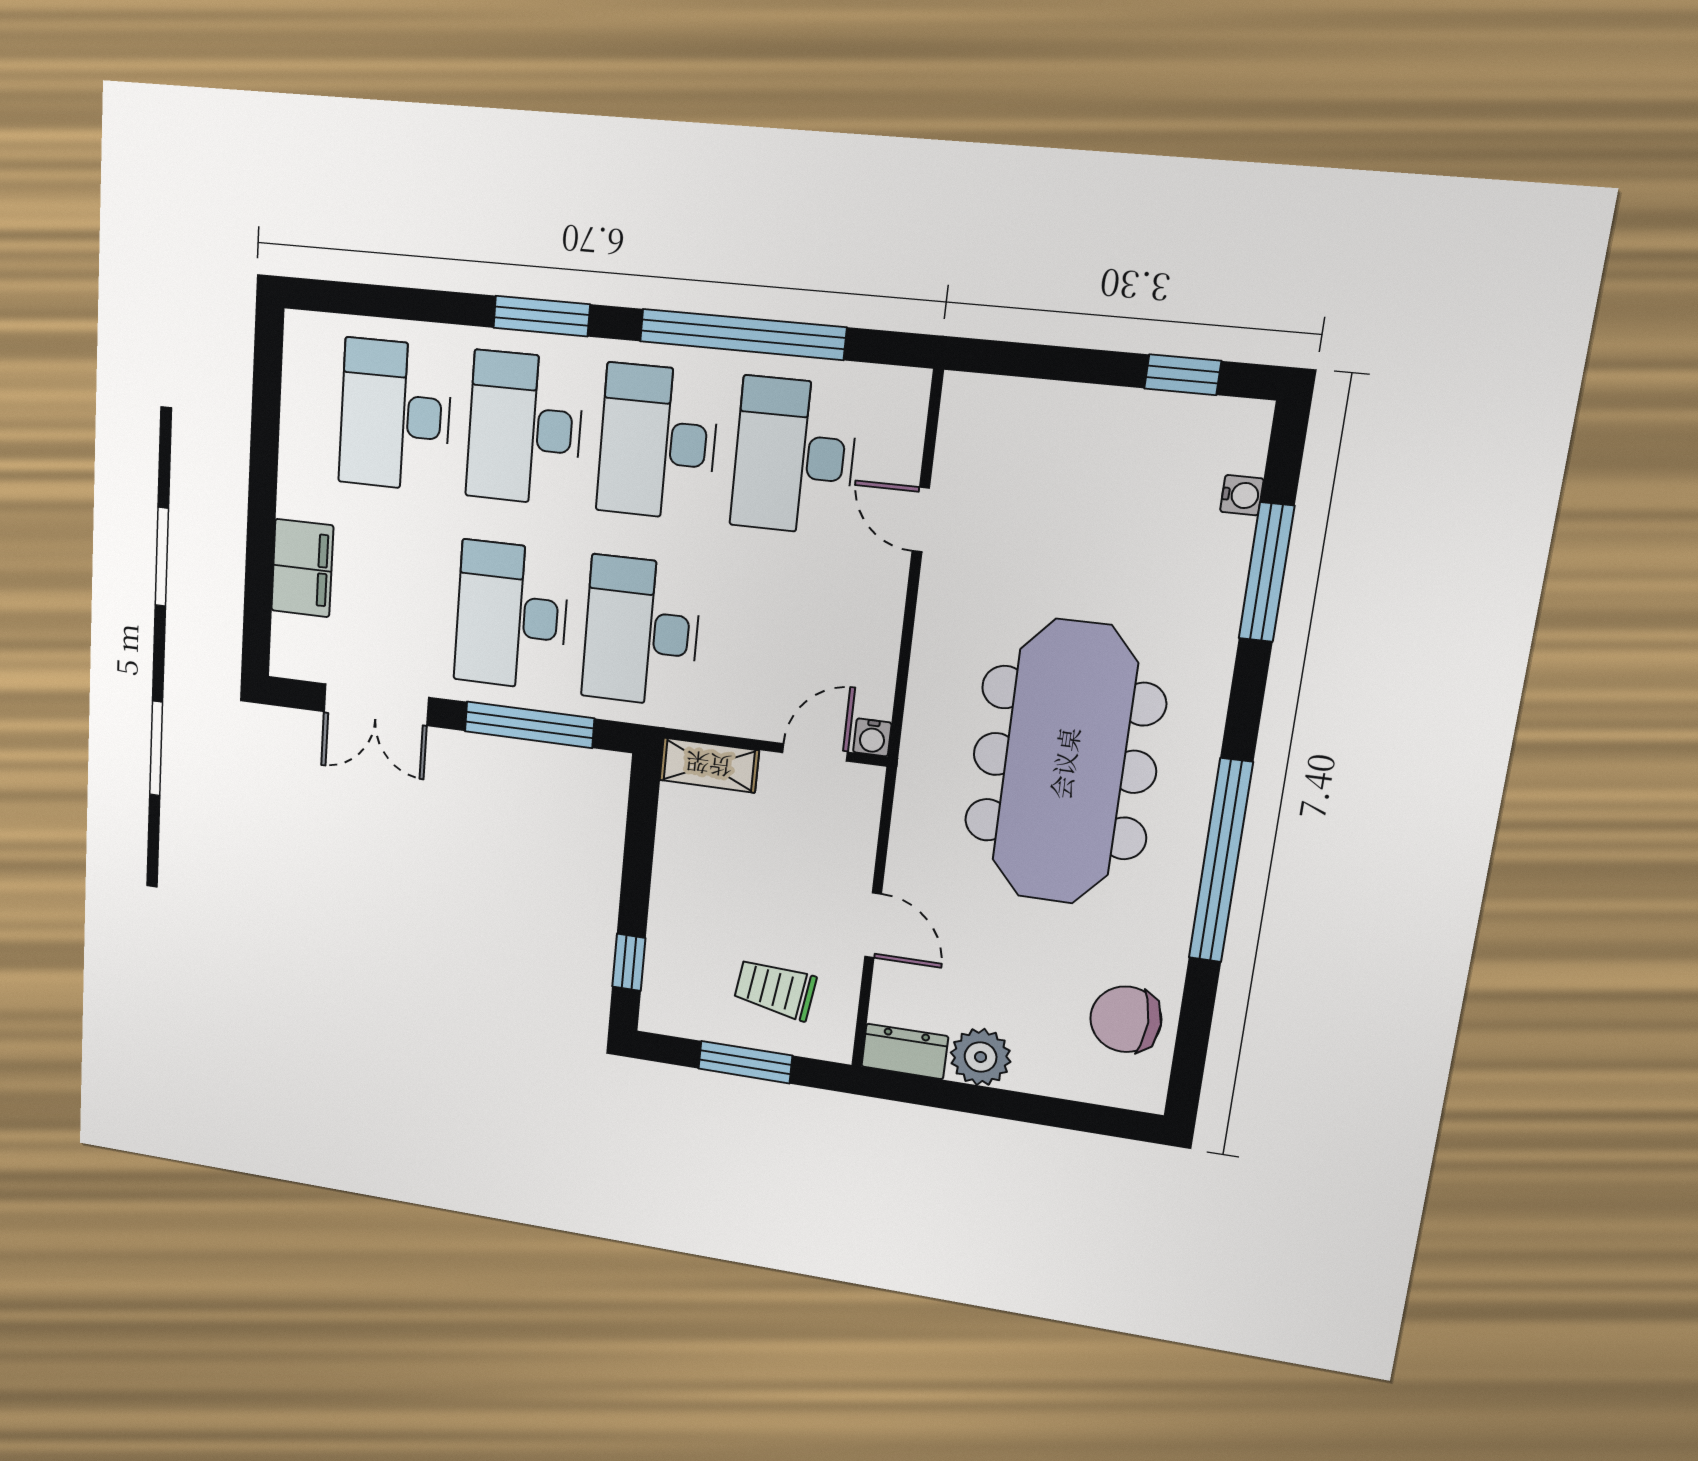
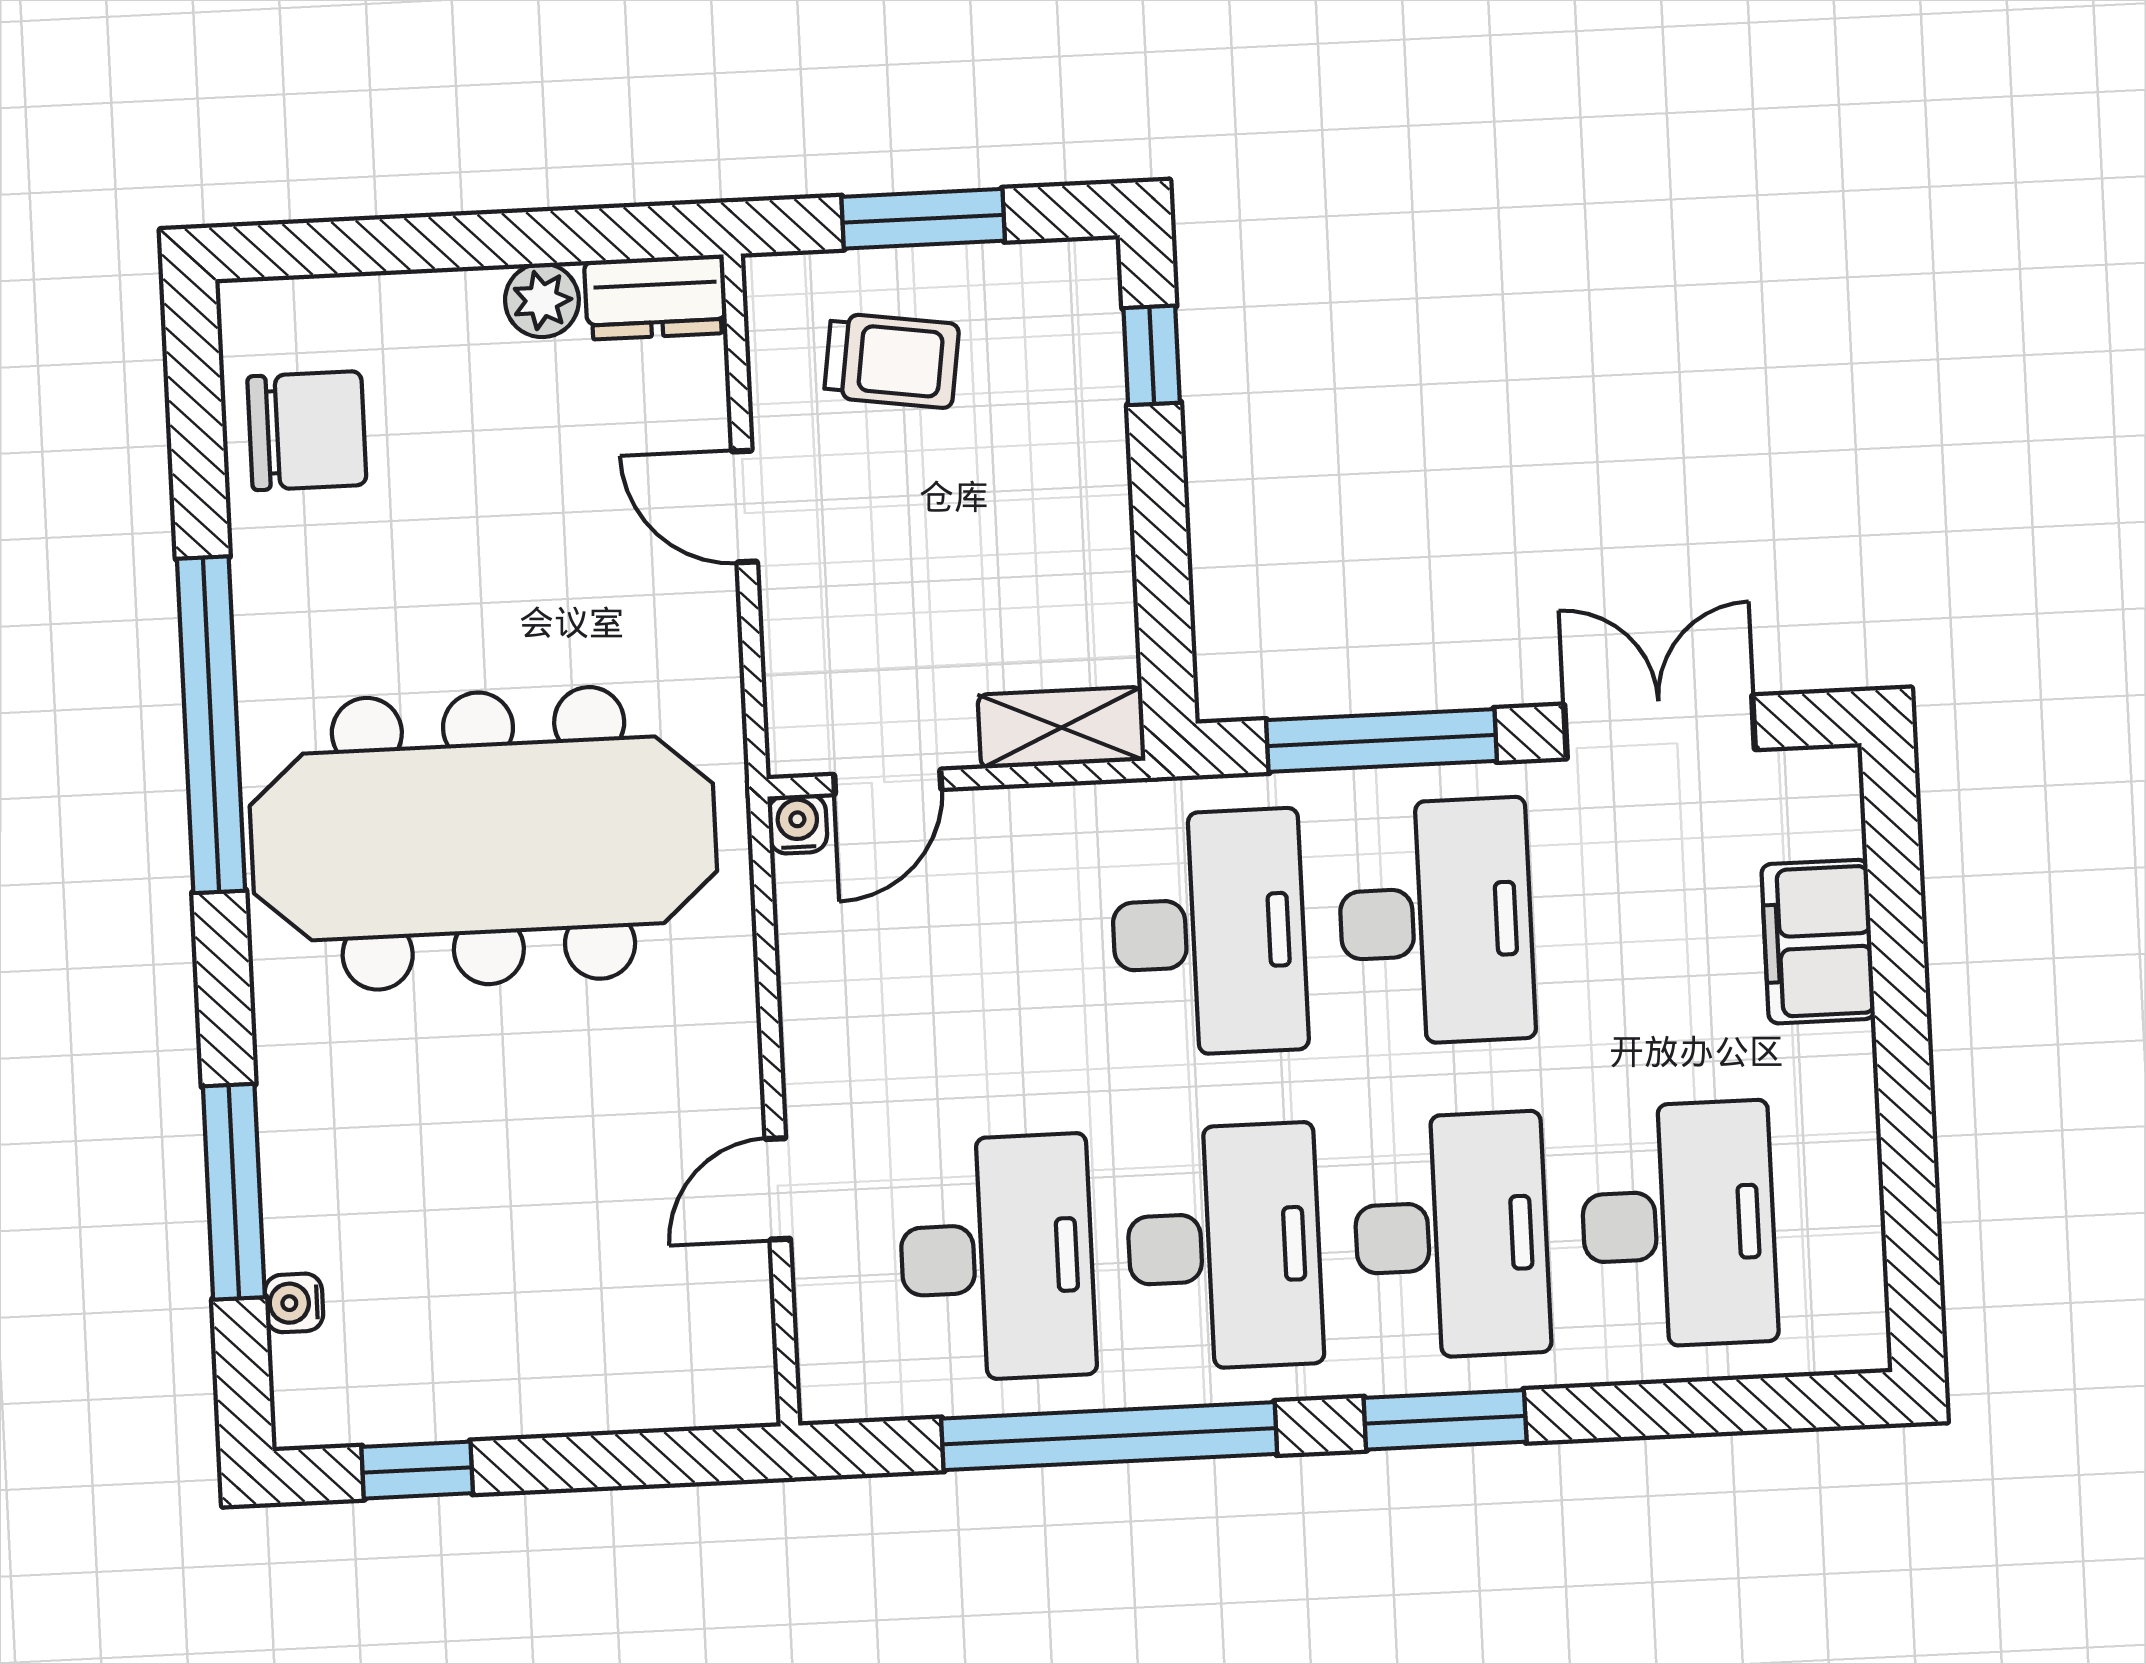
door: (921, 520) -> (778, 1189), swing flipped
meeting table: (1064, 763) -> (483, 838), turned 90
plant: (981, 1057) -> (542, 300), width x0.73, depth x0.73

